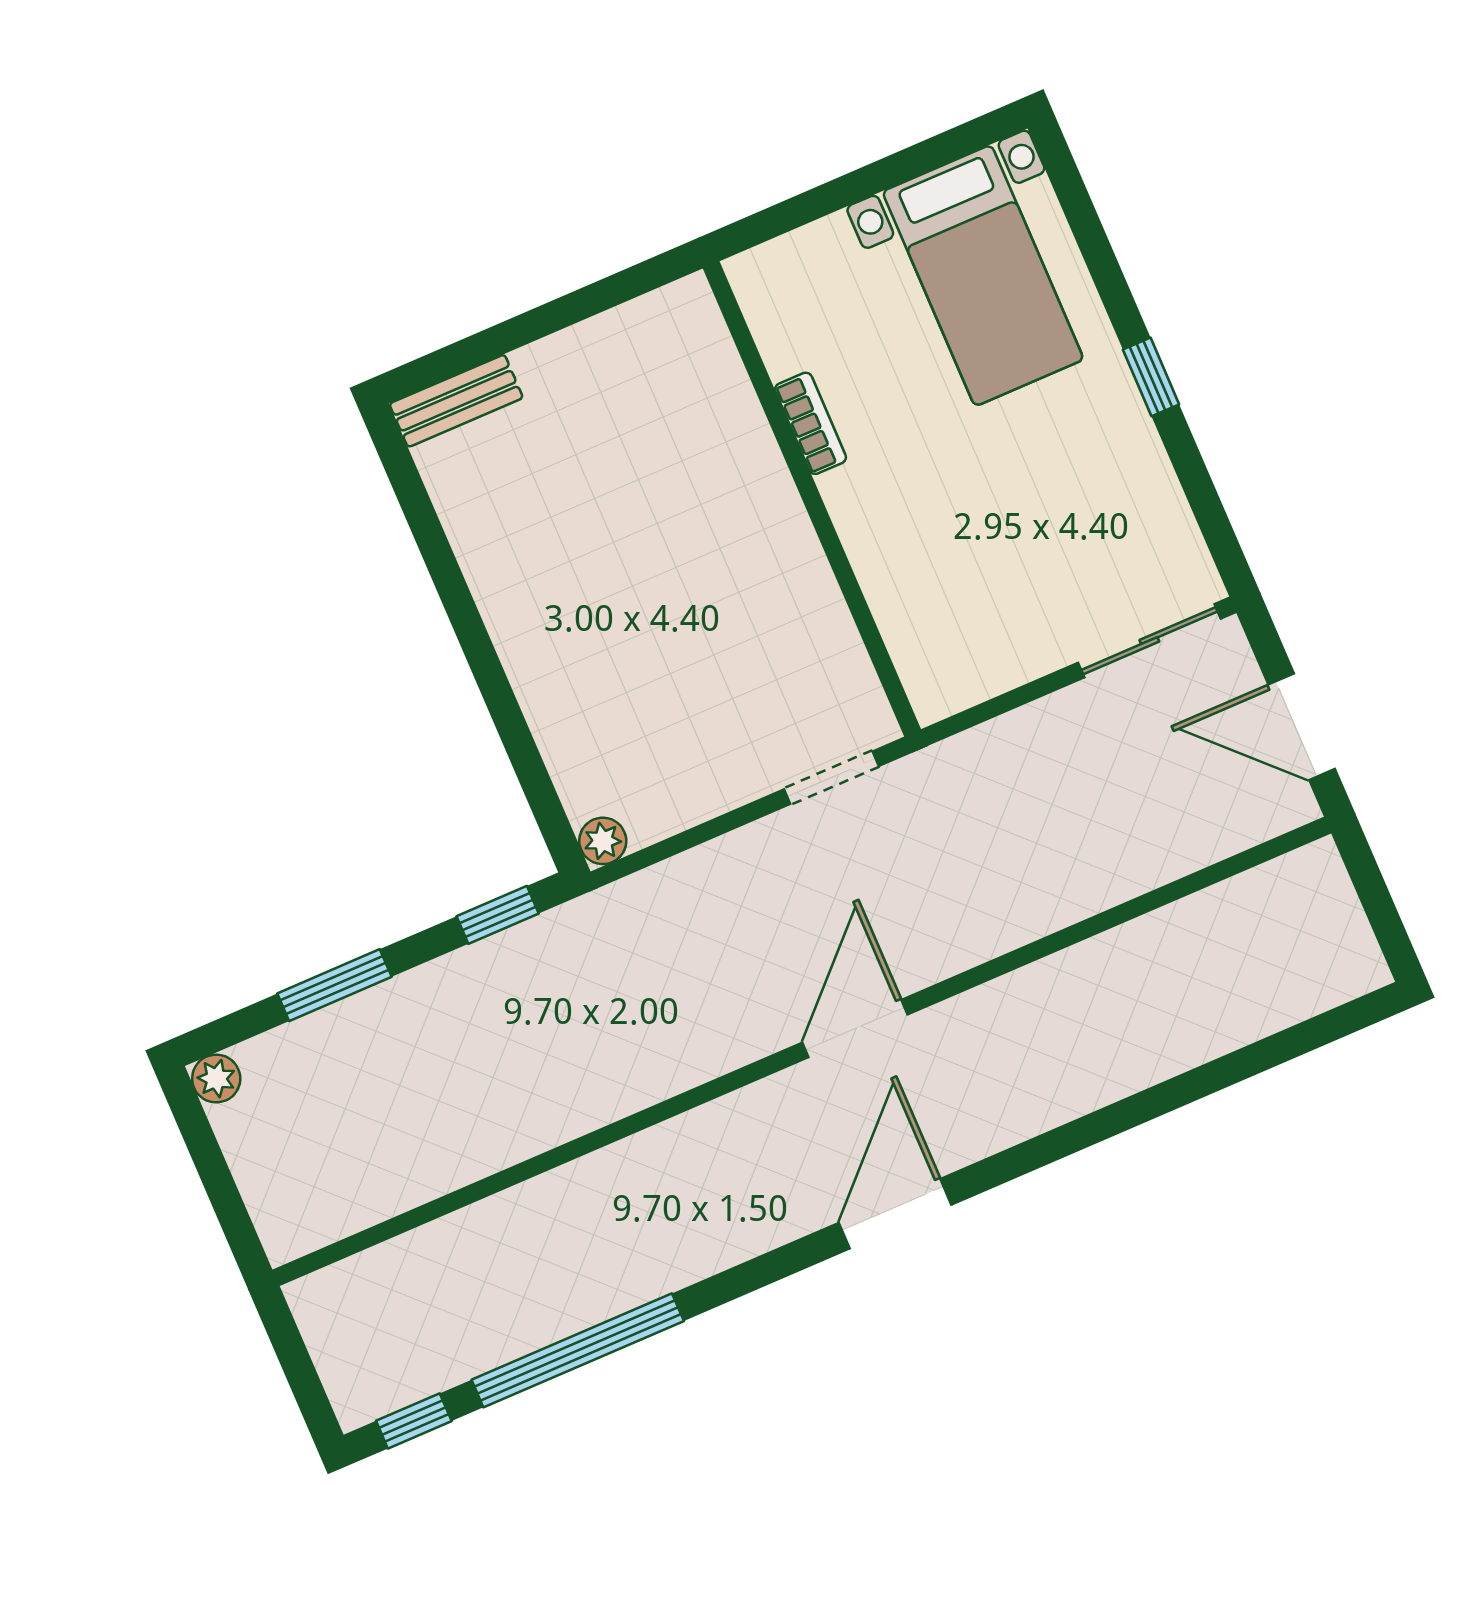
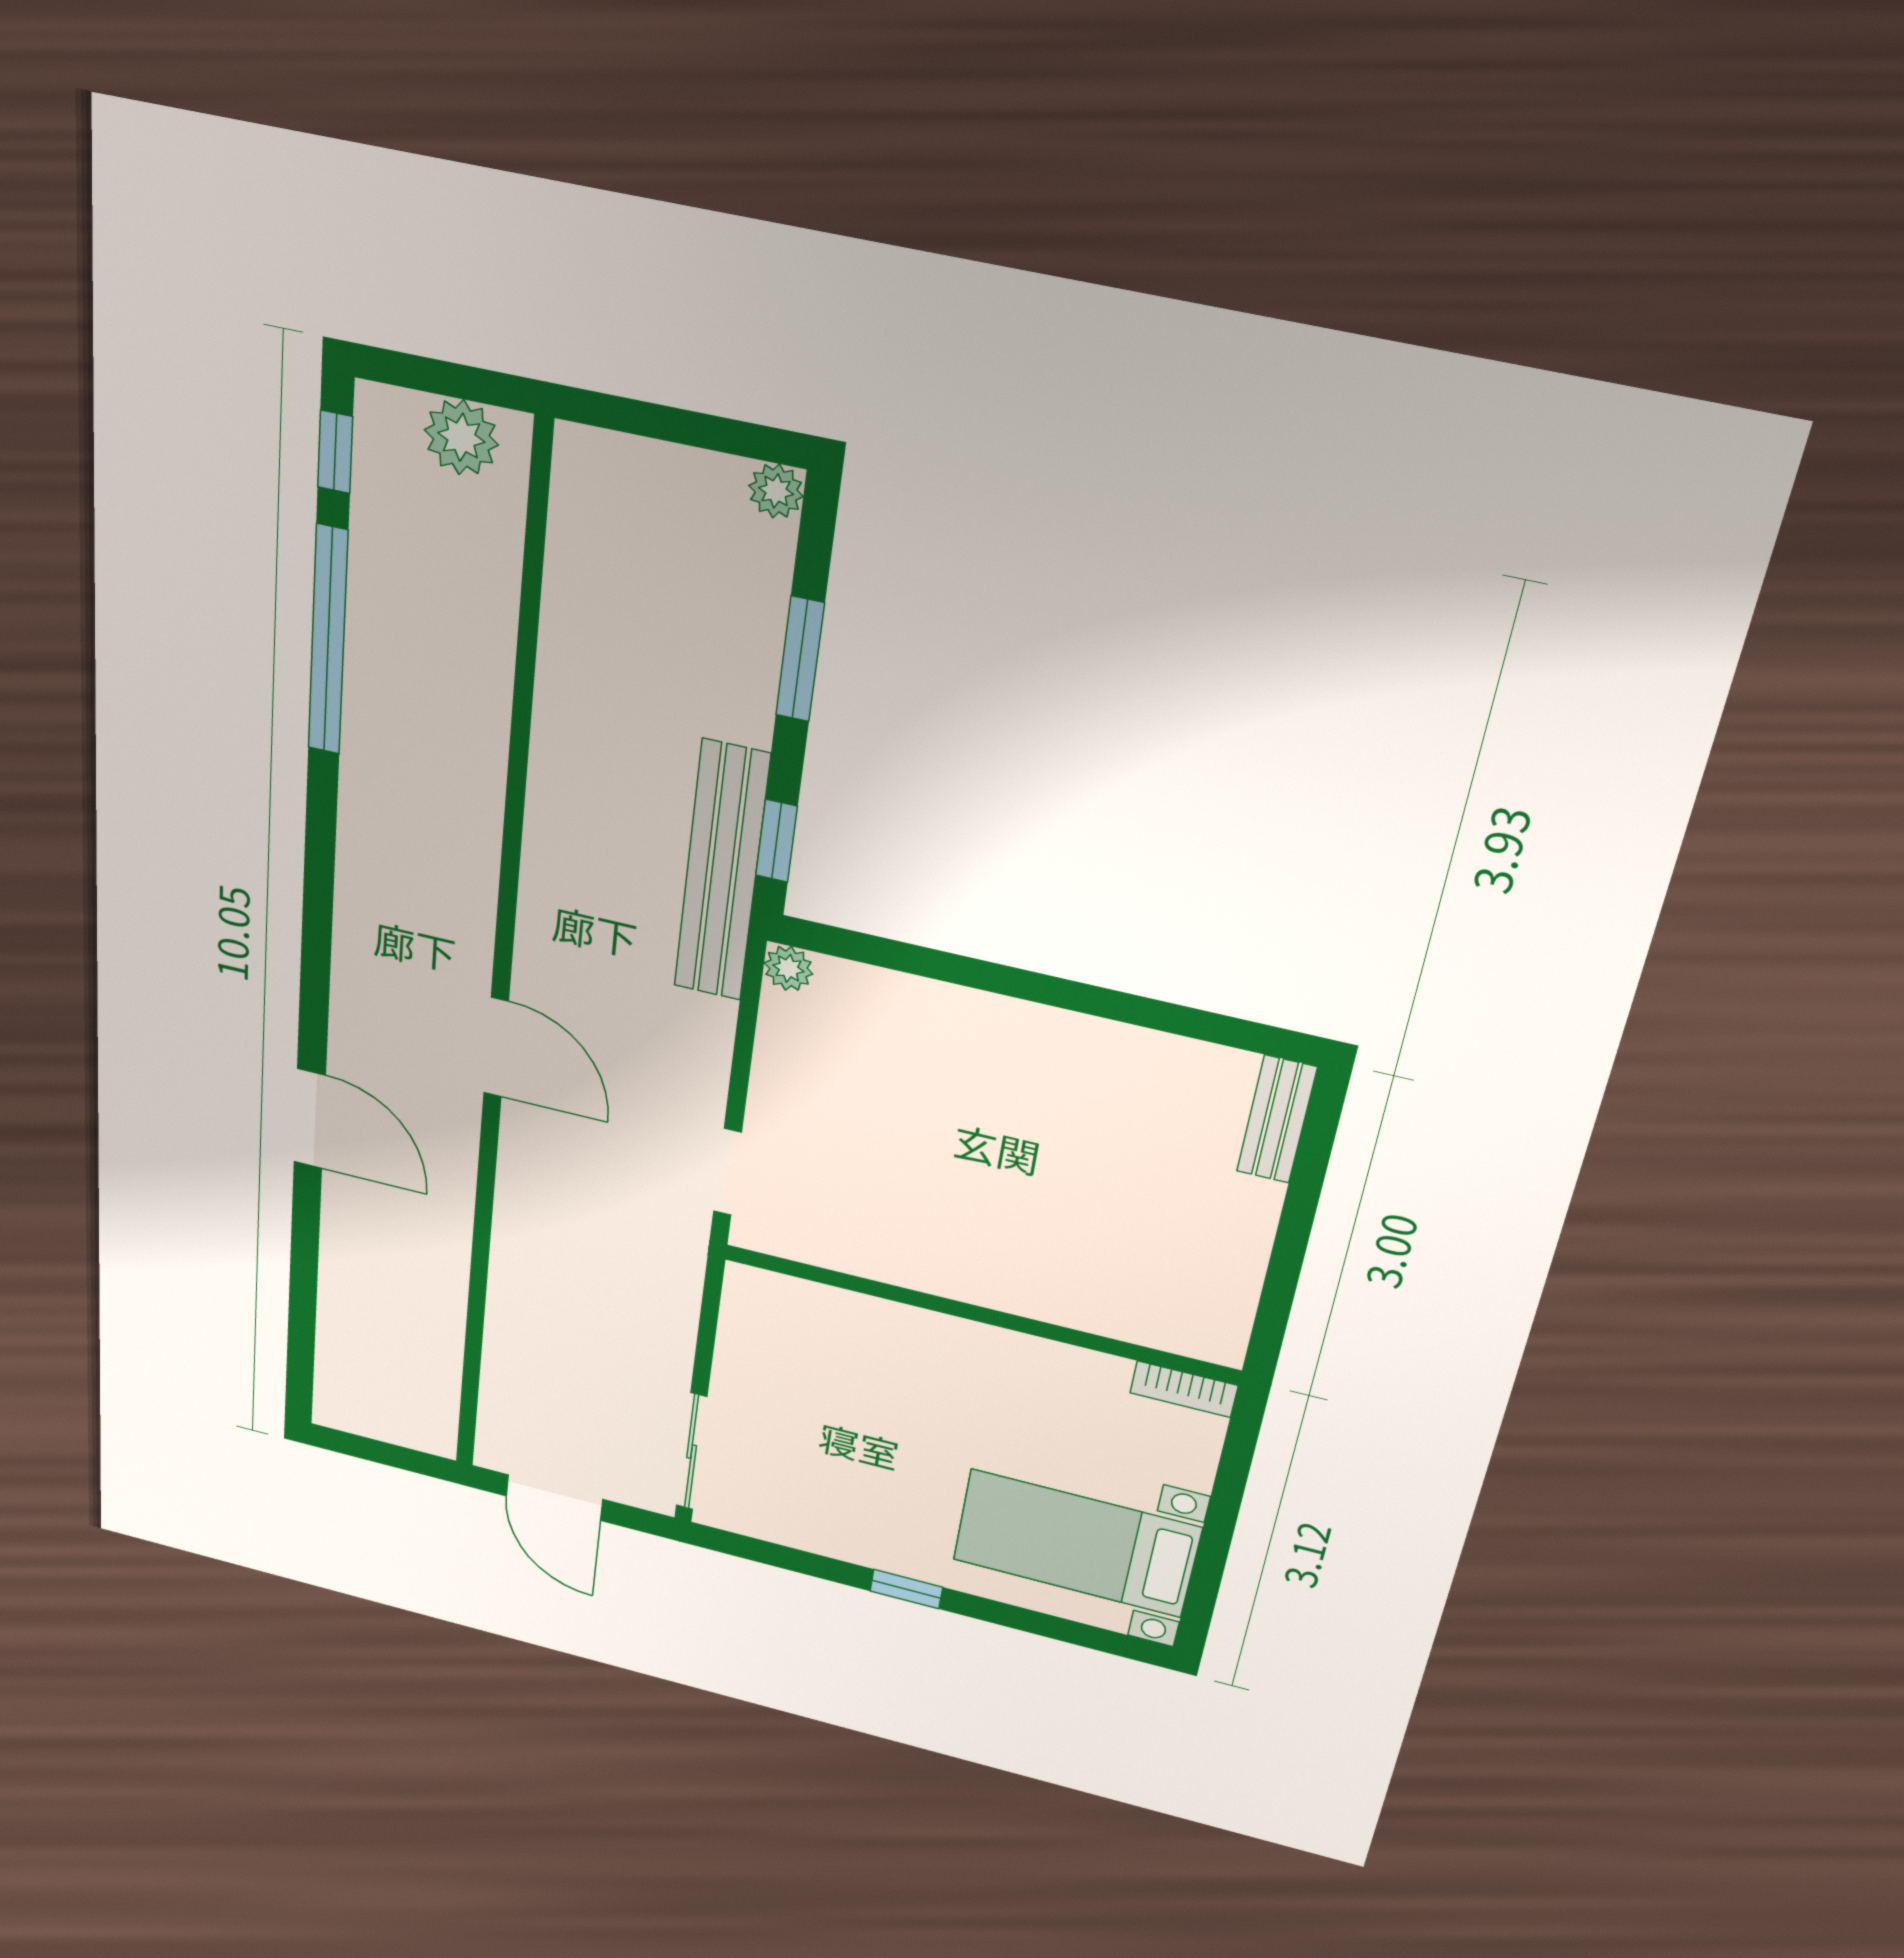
bookcase: (810, 423) -> (1184, 1389), moved
door: (1302, 727) -> (554, 1498), swing flipped
bench: (556, 941) -> (722, 872), added
door: (895, 1214) -> (310, 1119), moved
plant: (336, 1331) -> (461, 437), added

